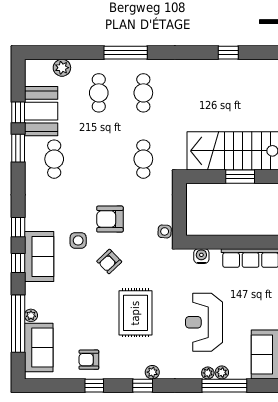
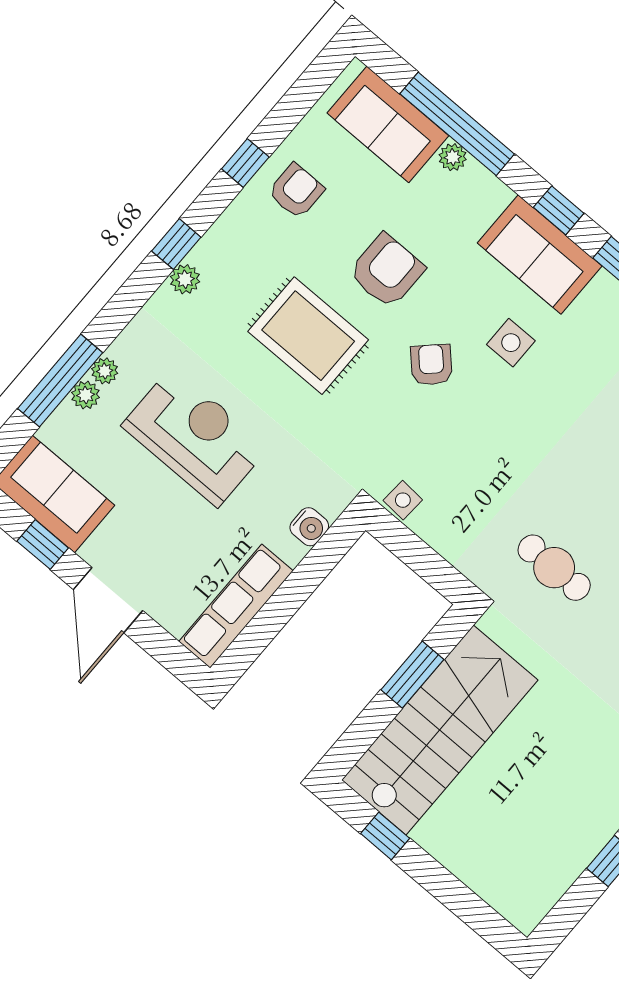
window: (240, 177) -> (412, 675), moved
armchair: (110, 219) -> (387, 271), moved

